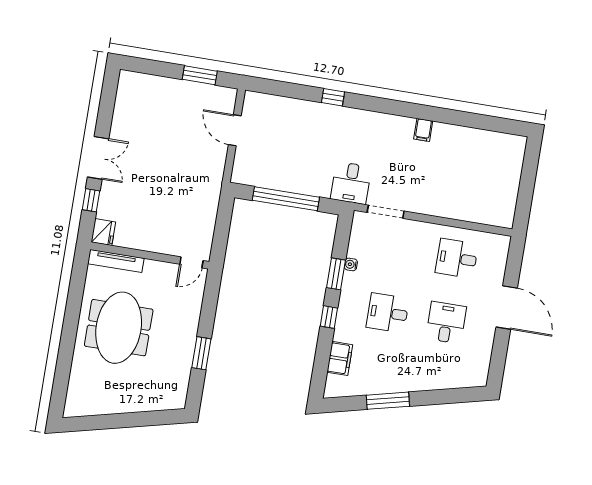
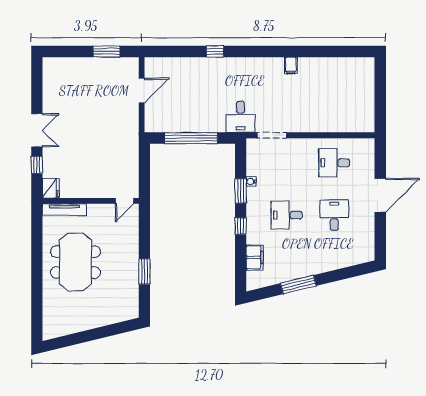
door: (235, 130) -> (142, 90), swing flipped
door: (507, 308) -> (380, 195), hinge flipped

